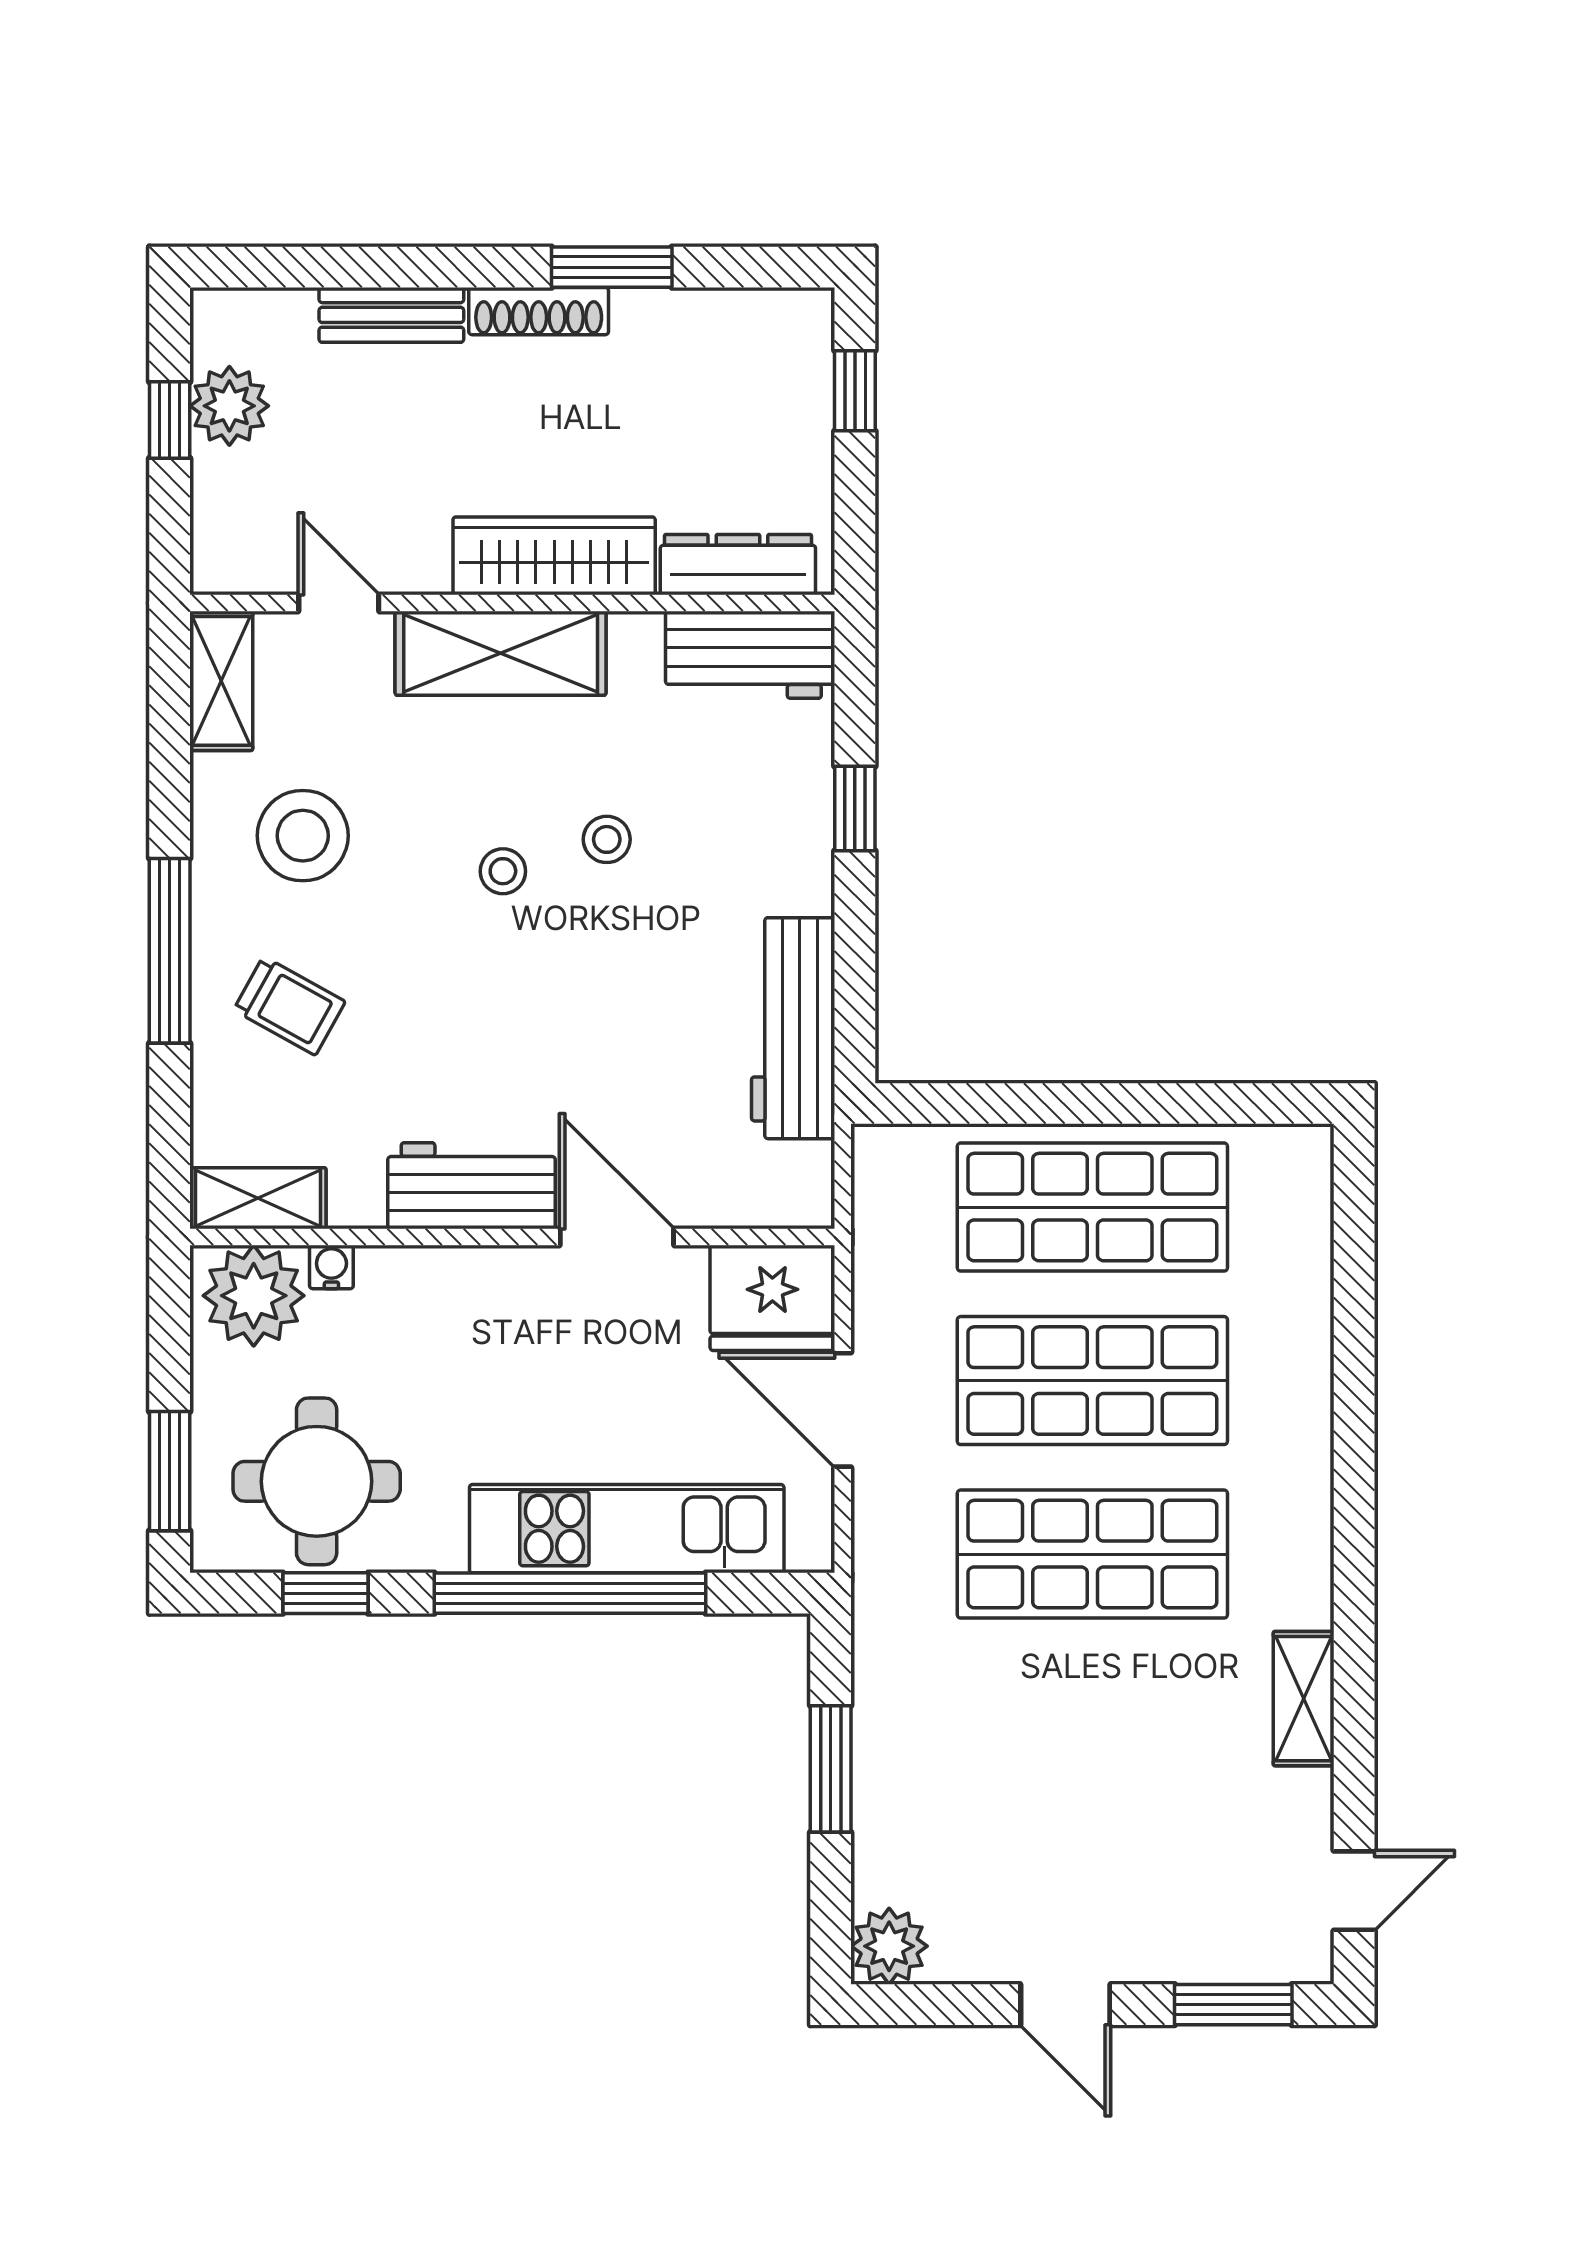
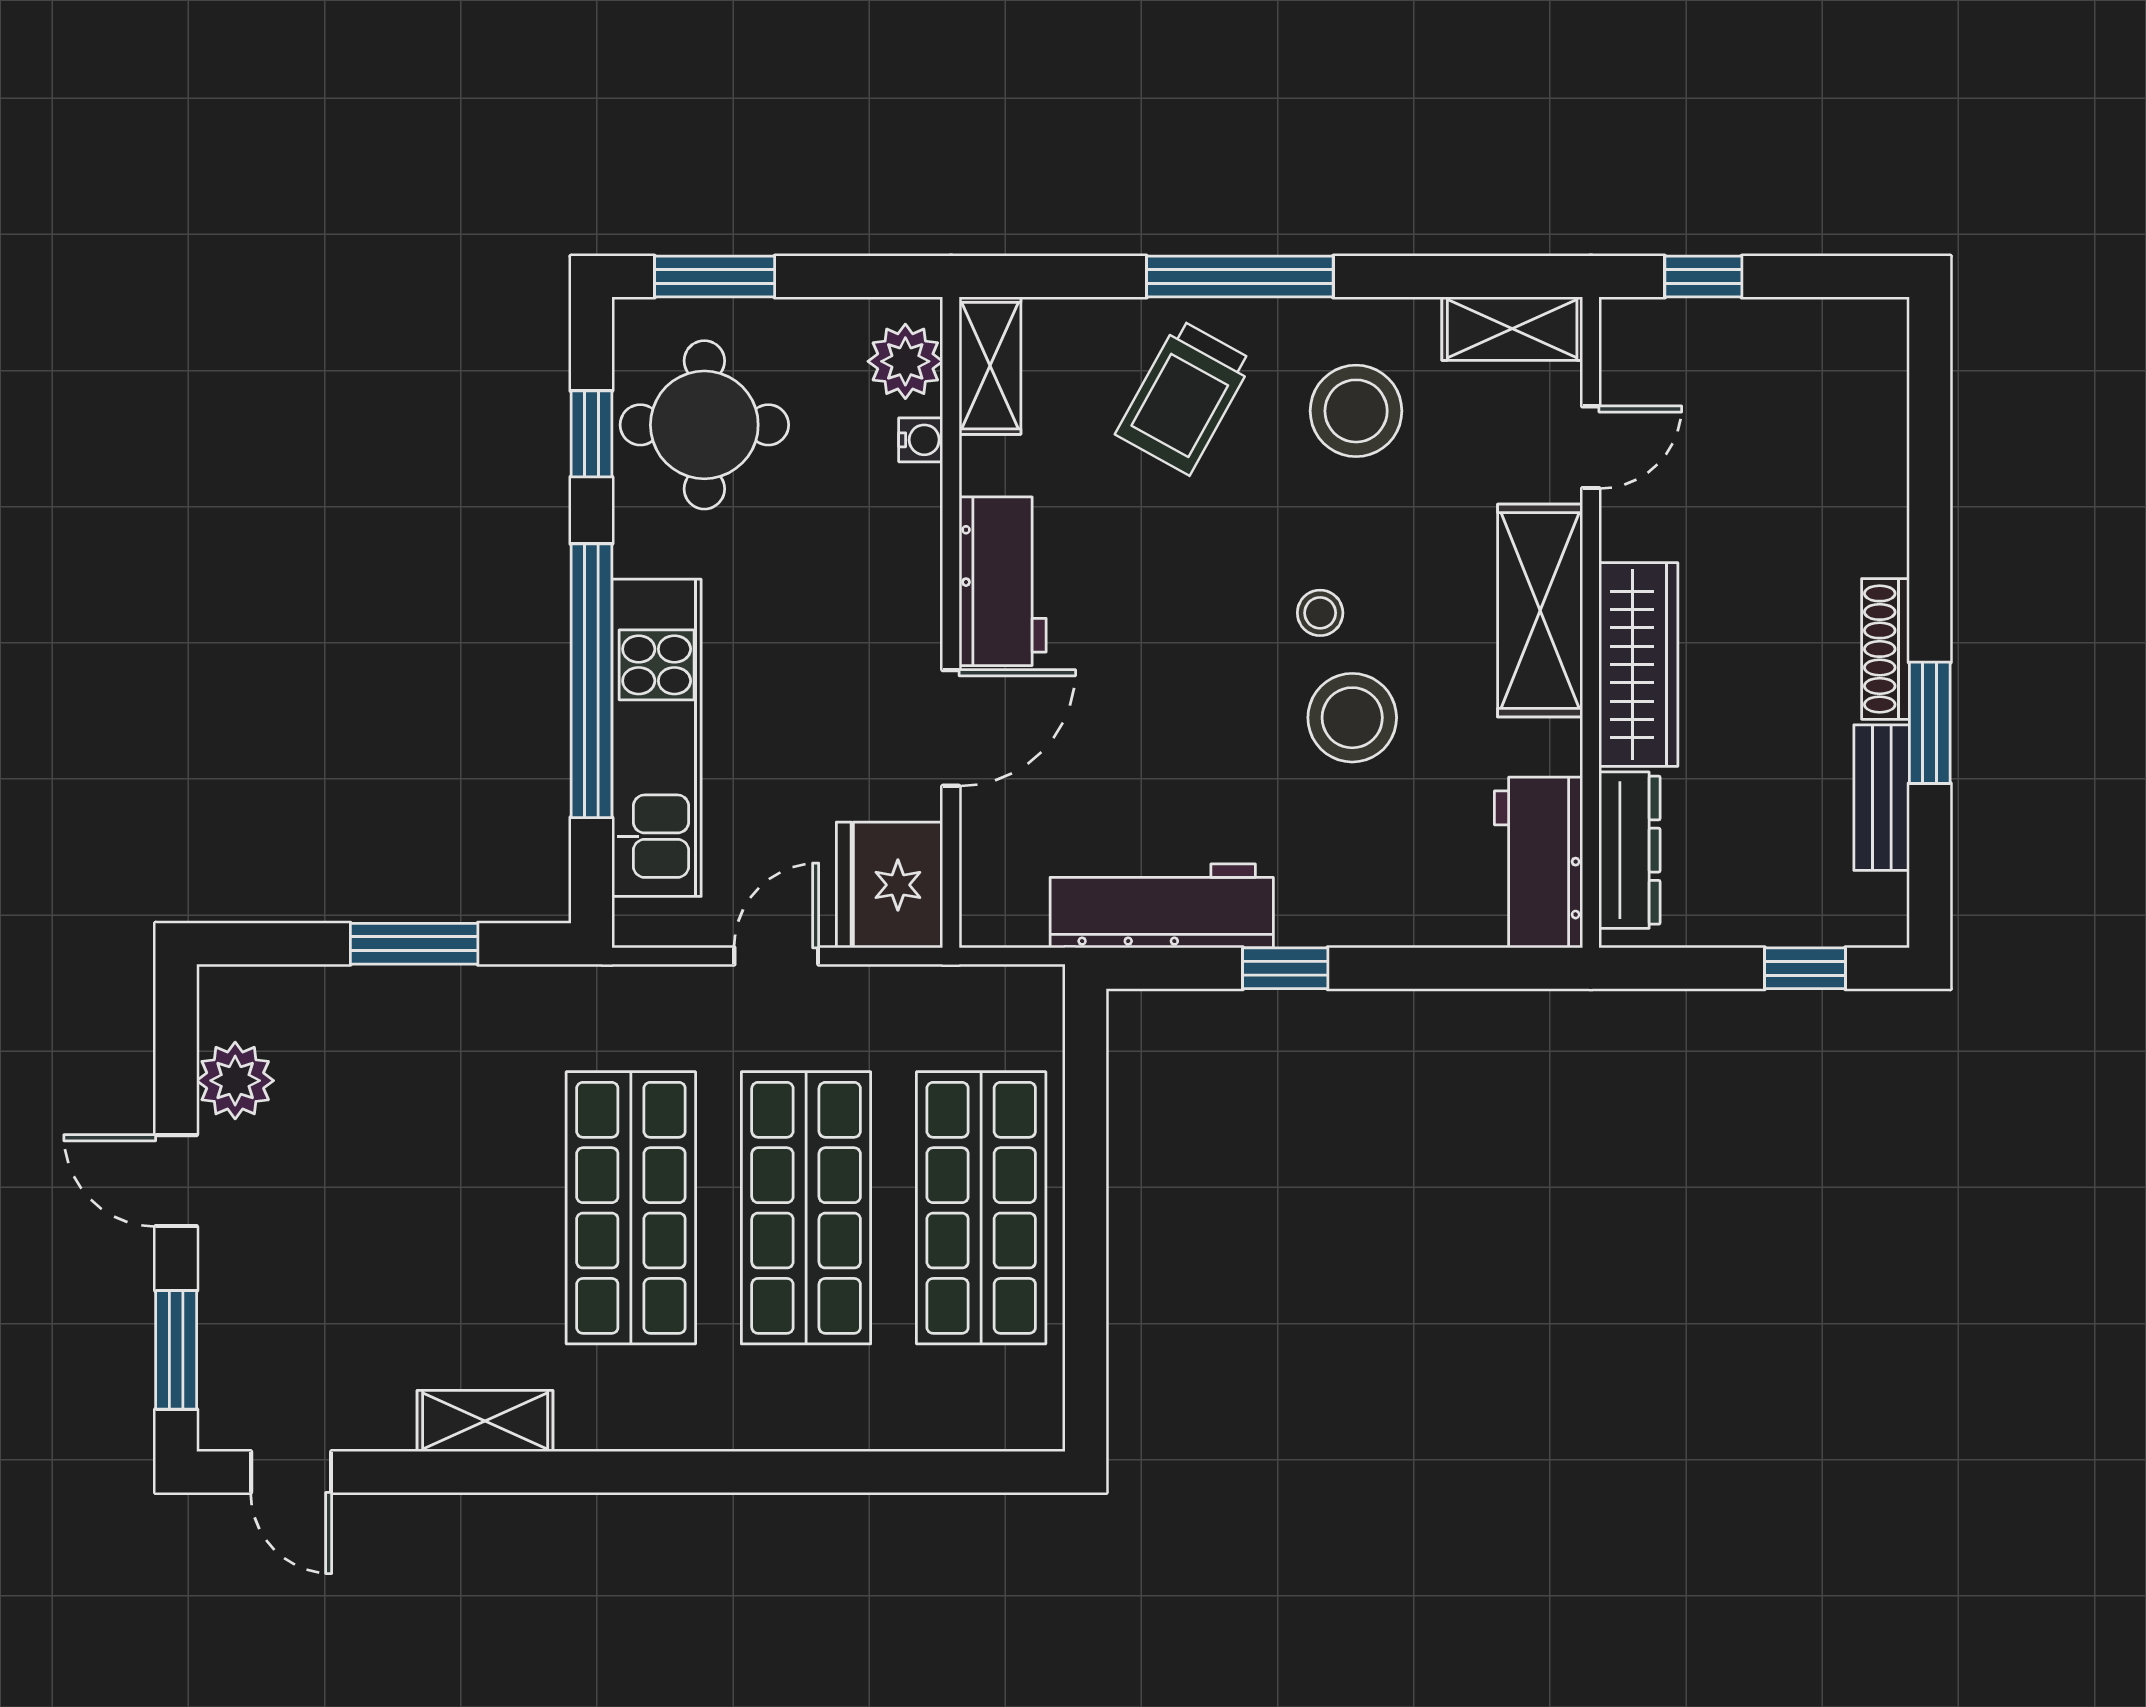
bench: (391, 315) -> (1882, 798), moved
plant: (229, 406) -> (1790, 337), removed
window: (170, 420) -> (1703, 277), moved
window: (855, 809) -> (1285, 968), moved
stool: (607, 839) -> (1352, 718), width x1.89, depth x1.89
trolley: (289, 1006) -> (1184, 397), width x1.36, depth x1.39
plant: (254, 1296) -> (905, 361), width x0.73, depth x0.73
door: (843, 1410) -> (776, 956), width x0.73
plant: (889, 1946) -> (235, 1081), moved
door: (1065, 2005) -> (176, 1181), hinge flipped

